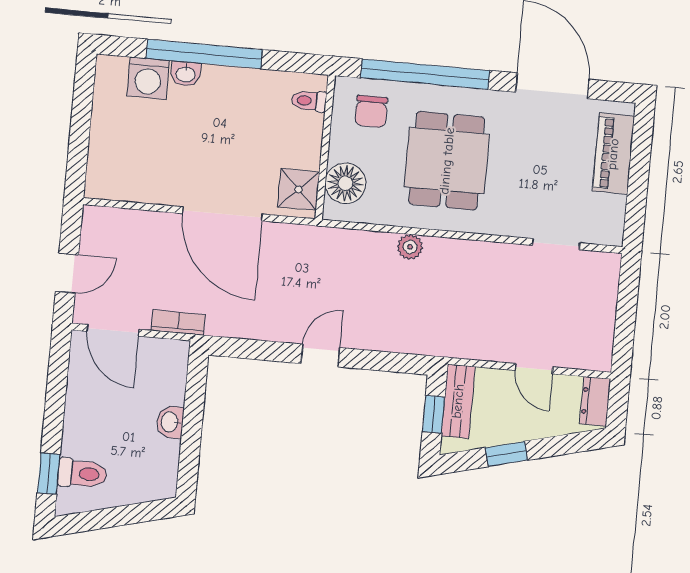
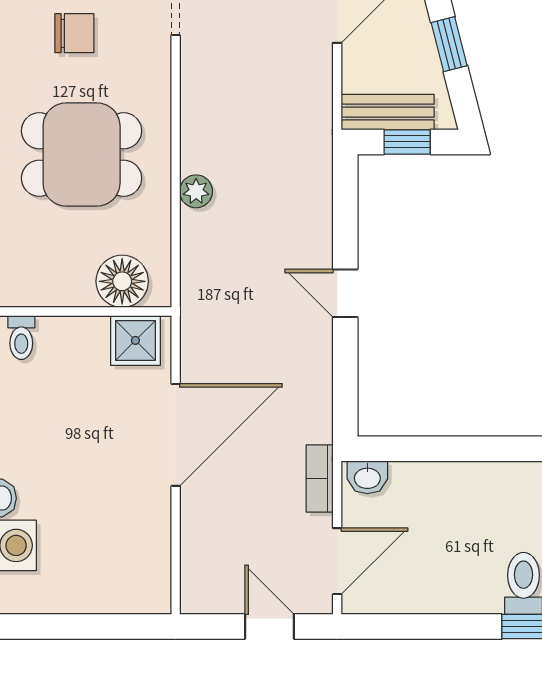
chair: (371, 111) -> (74, 33), moved
washbasin: (170, 422) -> (367, 477), moved

